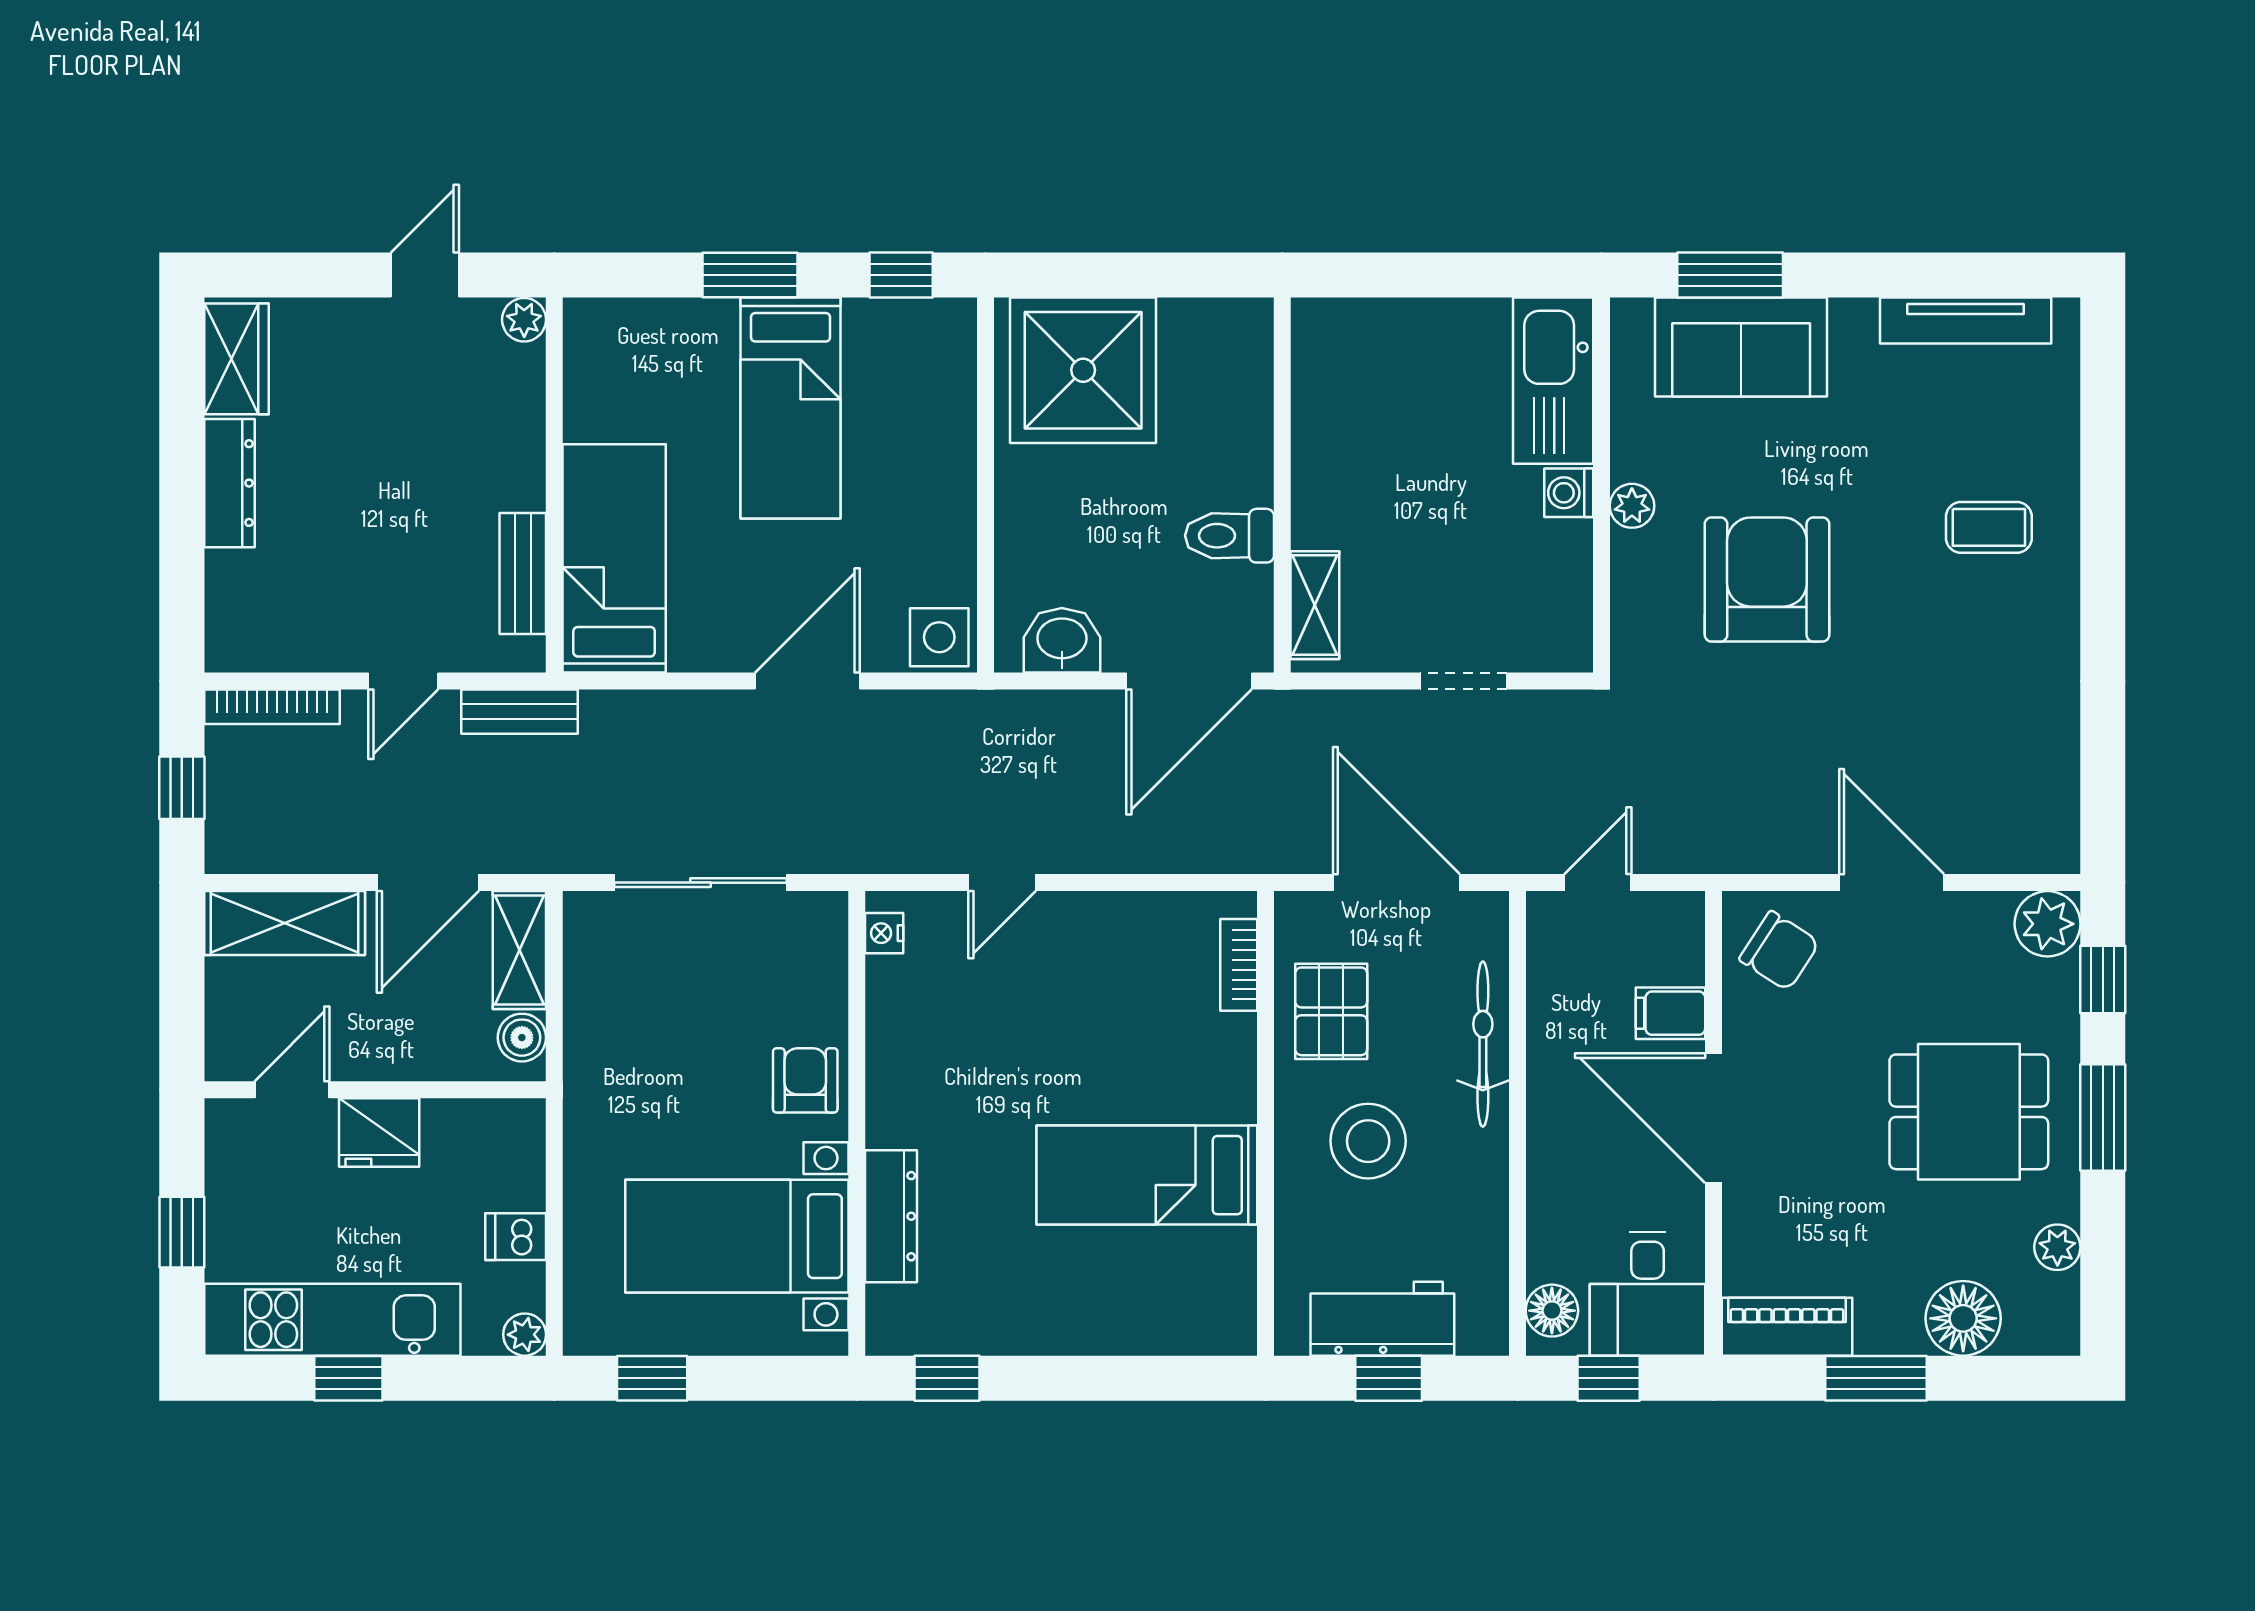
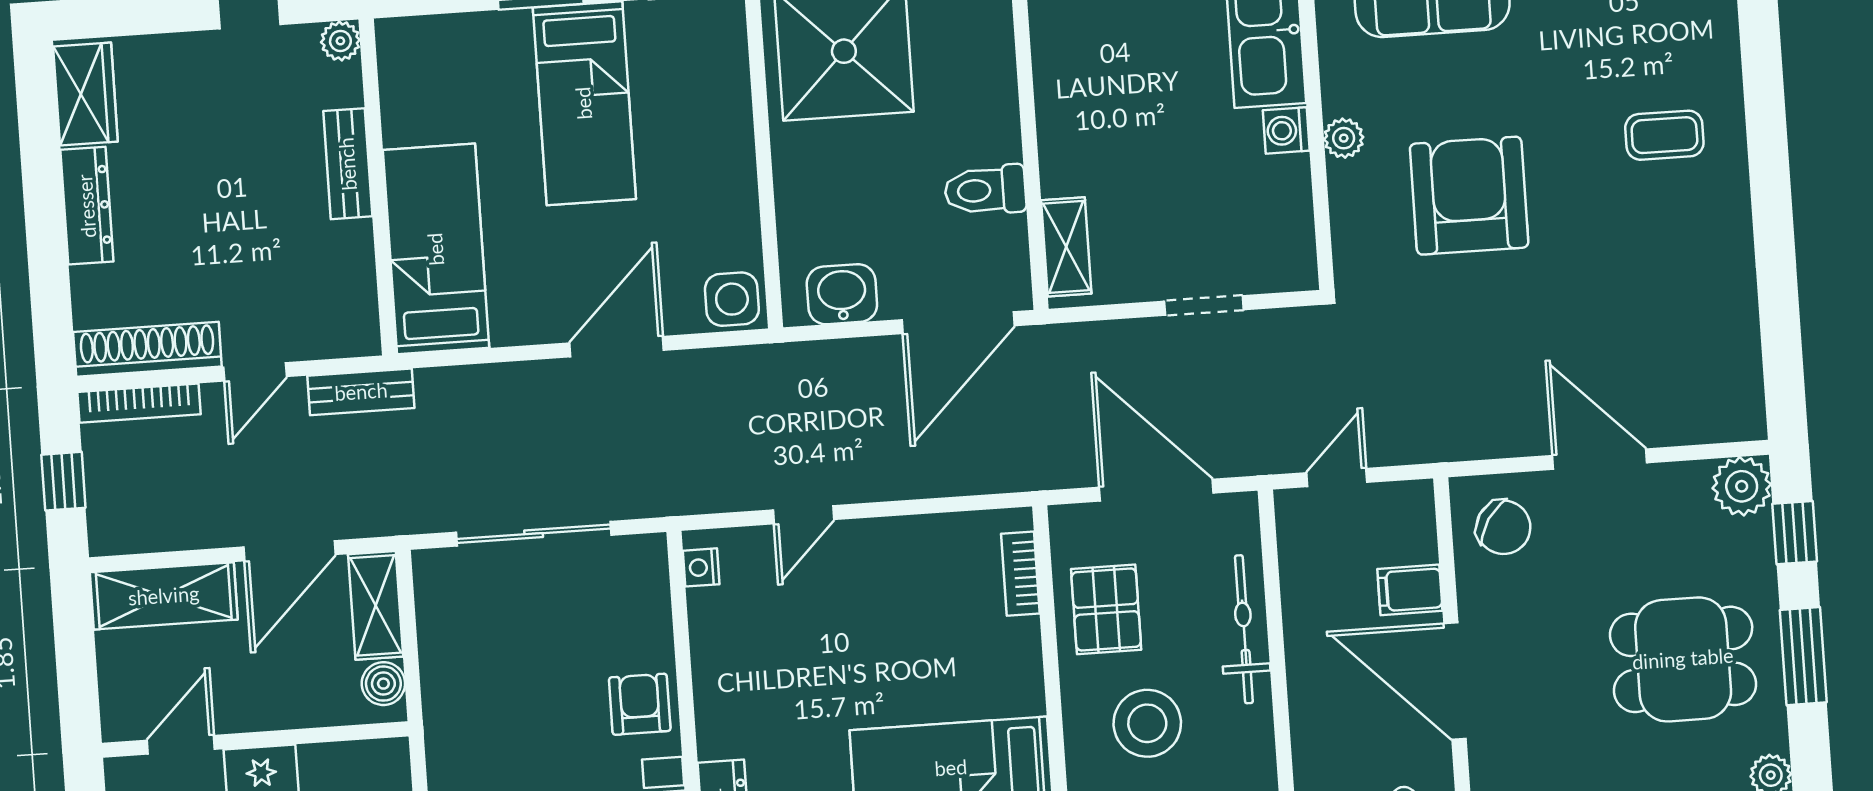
bench: (523, 574) -> (348, 164), moved
shoe rack: (285, 647) -> (147, 349), added

